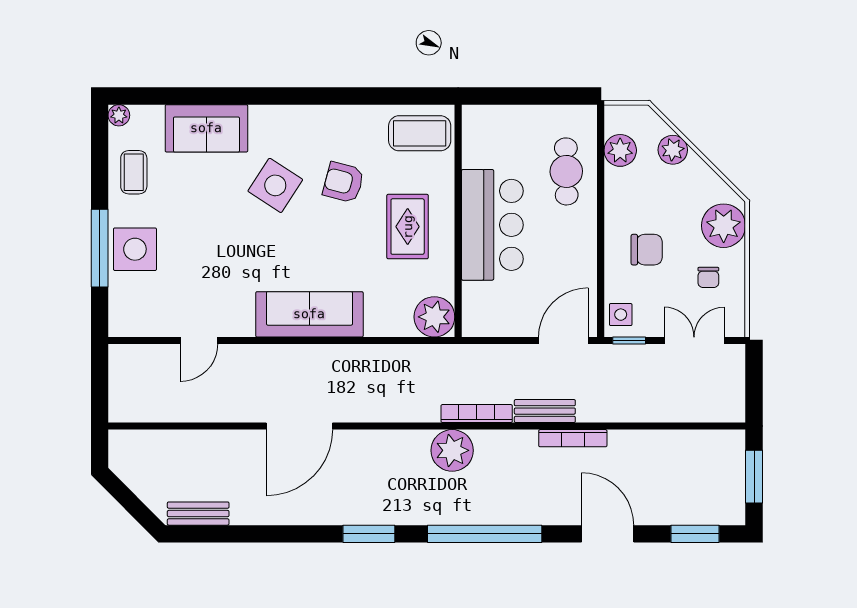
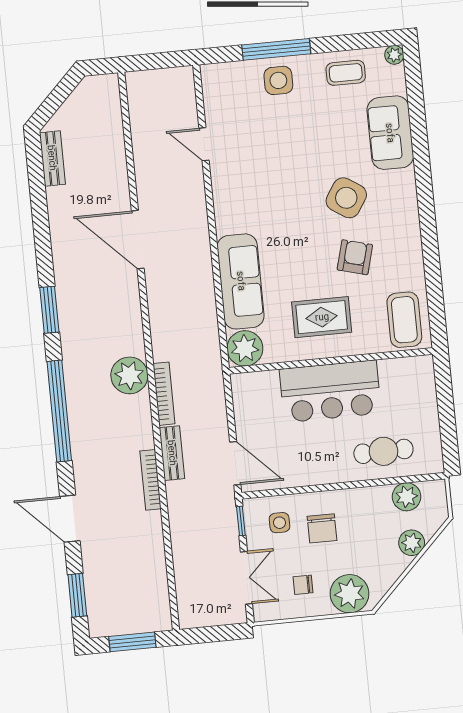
side table: (135, 249) -> (278, 80), width x0.73, depth x0.73
sofa: (309, 314) -> (241, 281), moved
side table: (621, 315) -> (279, 523), moved
door: (608, 534) -> (70, 519), swing flipped

